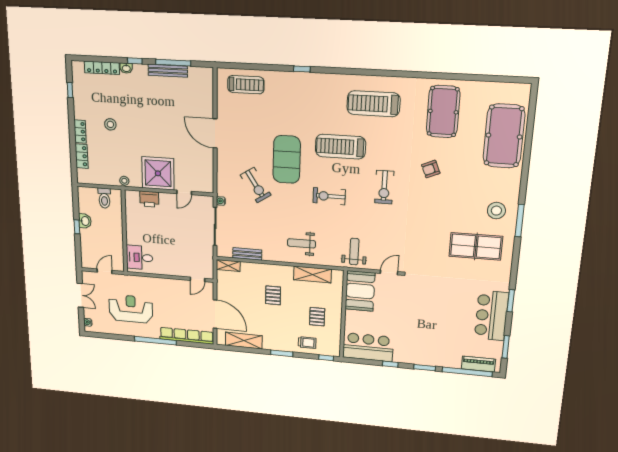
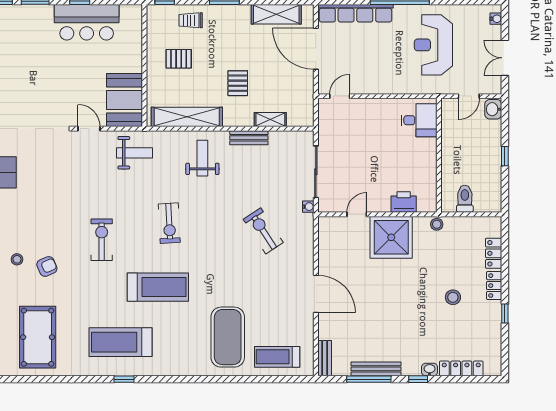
window: (302, 69) -> (124, 379), moved
bench: (208, 82) -> (325, 358), added
window: (70, 90) -> (505, 313), moved
treadmill: (374, 104) -> (120, 342), turned 180
exercise mat: (287, 159) -> (228, 337), moved
stool: (455, 176) -> (17, 259), added
exercise bike: (329, 196) -> (169, 223), turned 87
washbasin: (85, 221) -> (493, 109), moved
weight bench: (301, 243) -> (202, 158), turned -90
weight bench: (354, 252) -> (135, 153), turned -90
bench: (247, 254) -> (249, 138), moved
shelving: (228, 265) -> (270, 120), moved
door: (389, 272) -> (89, 129), swing flipped
shelving: (312, 275) -> (187, 117), width x1.47
reception desk: (131, 309) -> (433, 45), turned 90
pallet: (317, 317) -> (179, 59), turned 90
bar counter: (368, 347) -> (87, 22), moved

